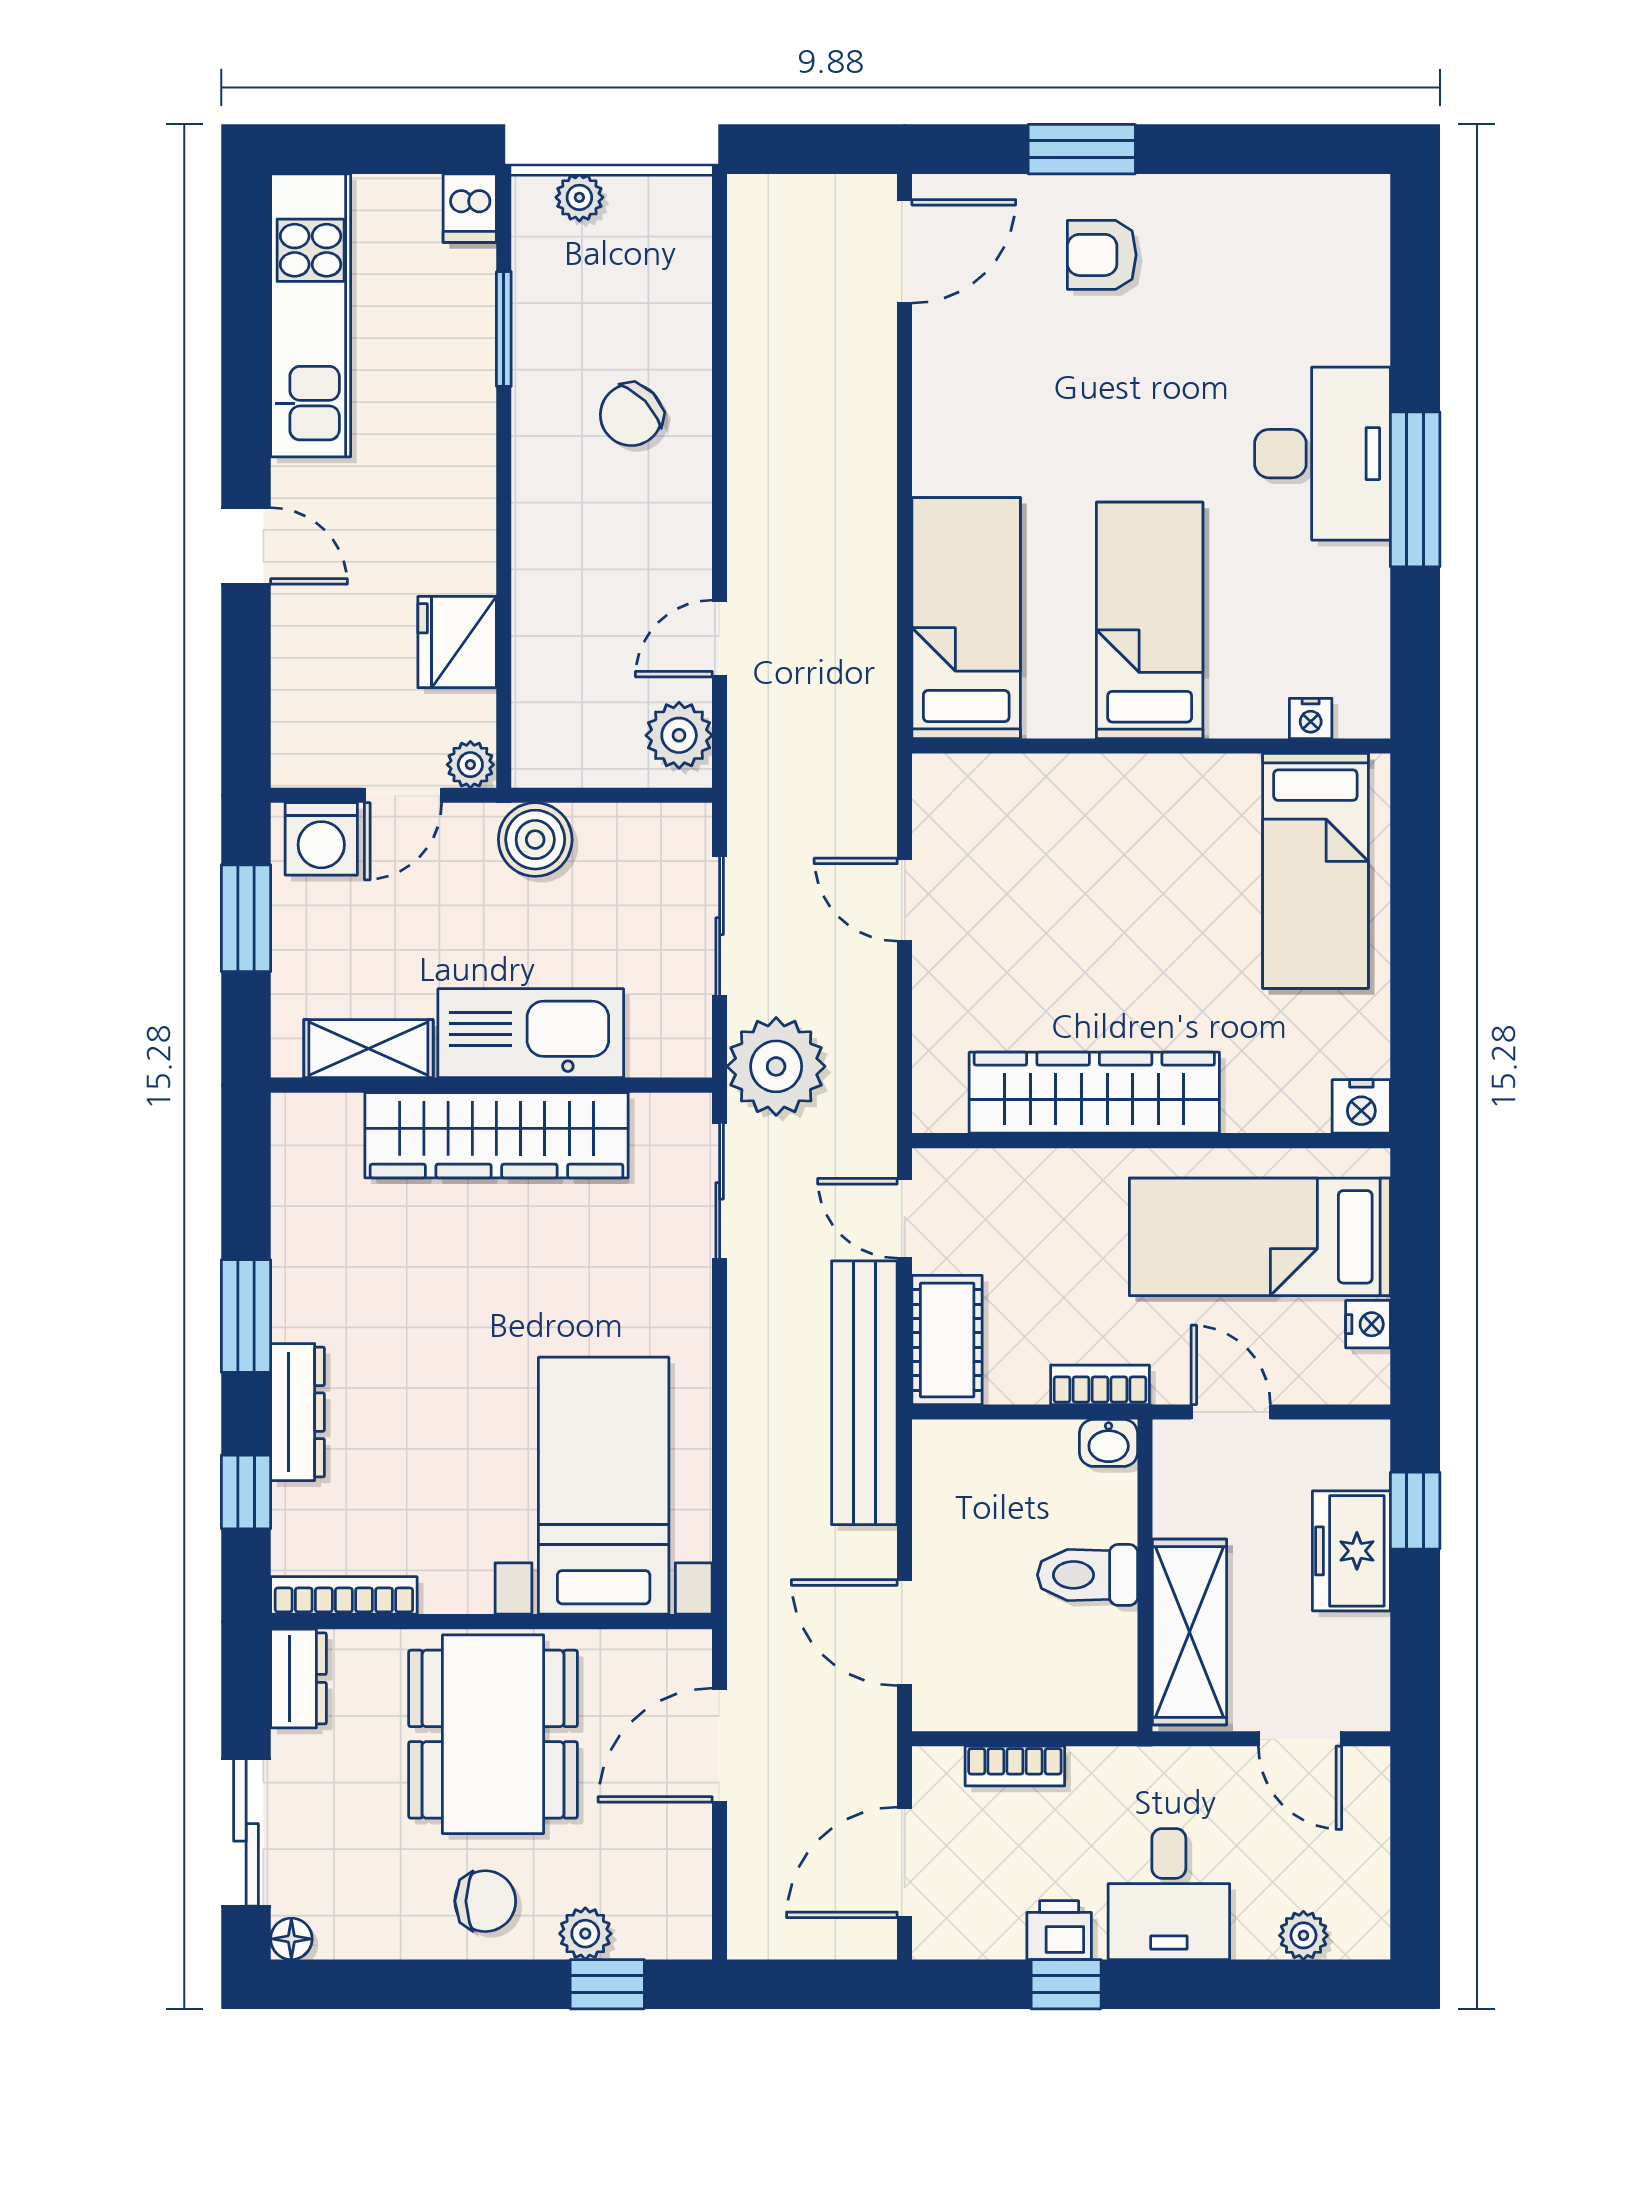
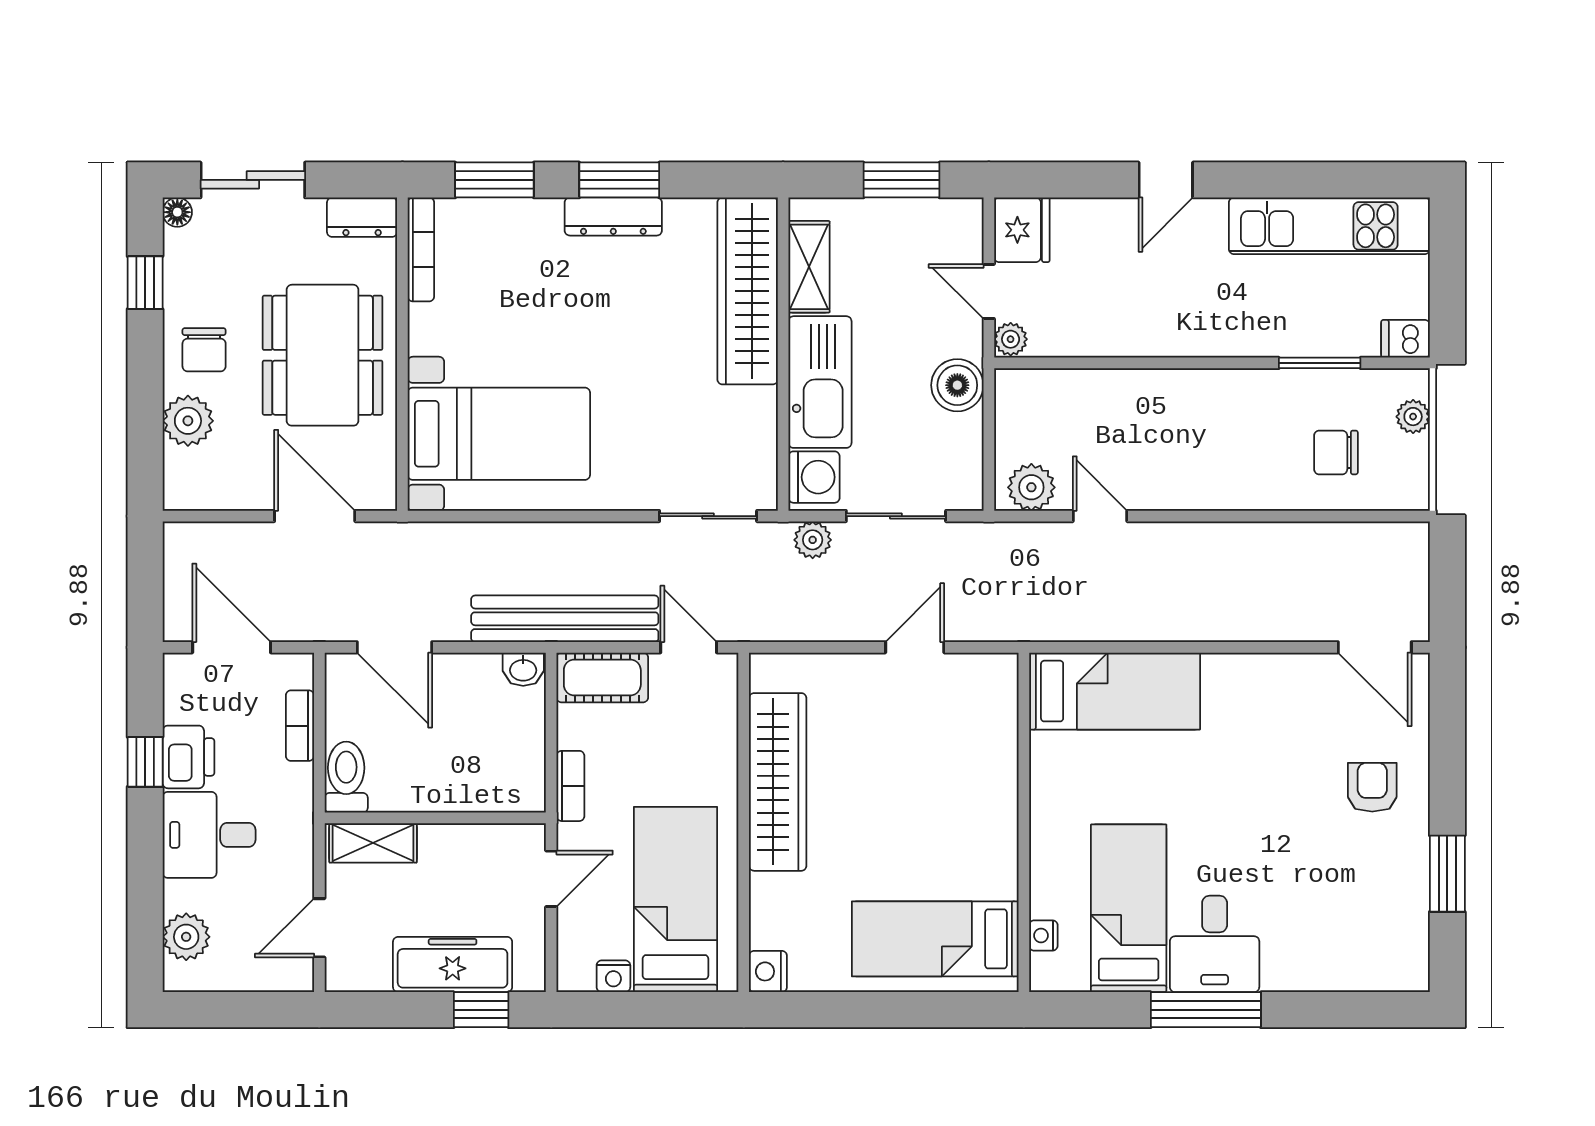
window: (1082, 149) -> (1447, 874), moved
chair: (631, 415) -> (1336, 452), moved, turned -46
desk: (1323, 454) -> (1215, 944), width x0.73
bed: (1150, 620) -> (1129, 908), moved, turned -90
fridge: (457, 642) -> (1022, 230), moved, turned 90
washing machine: (321, 839) -> (814, 477), moved, turned 180
plant: (776, 1066) -> (813, 540), width x0.53, depth x0.53
wardrobe: (496, 1135) -> (748, 291), moved
door: (905, 1218) -> (689, 647), hinge flipped
dresser: (298, 1412) -> (613, 217), moved
washbasin: (1109, 1443) -> (523, 669), moved, turned -90
window: (246, 1492) -> (494, 180), width x1.50
freezer: (1351, 1551) -> (453, 964), width x1.40
toilet: (1087, 1575) -> (346, 777), moved
shelving: (1190, 1632) -> (373, 843), width x0.67, depth x0.75
door: (905, 1633) -> (395, 647), swing flipped
dining table: (493, 1734) -> (323, 355), turned 90
printer: (1059, 1930) -> (188, 757), width x1.36, depth x1.24
plant: (585, 1934) -> (188, 421), width x1.38, depth x1.38
plant: (1303, 1935) -> (186, 937), width x1.38, depth x1.38
window: (607, 1984) -> (145, 283), moved

